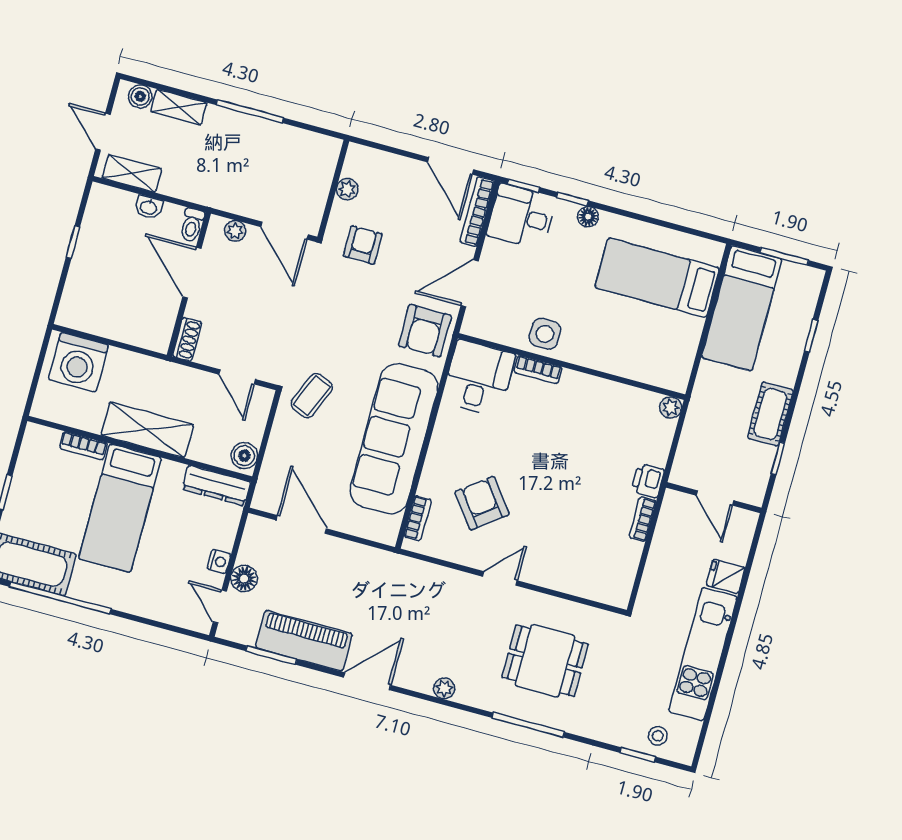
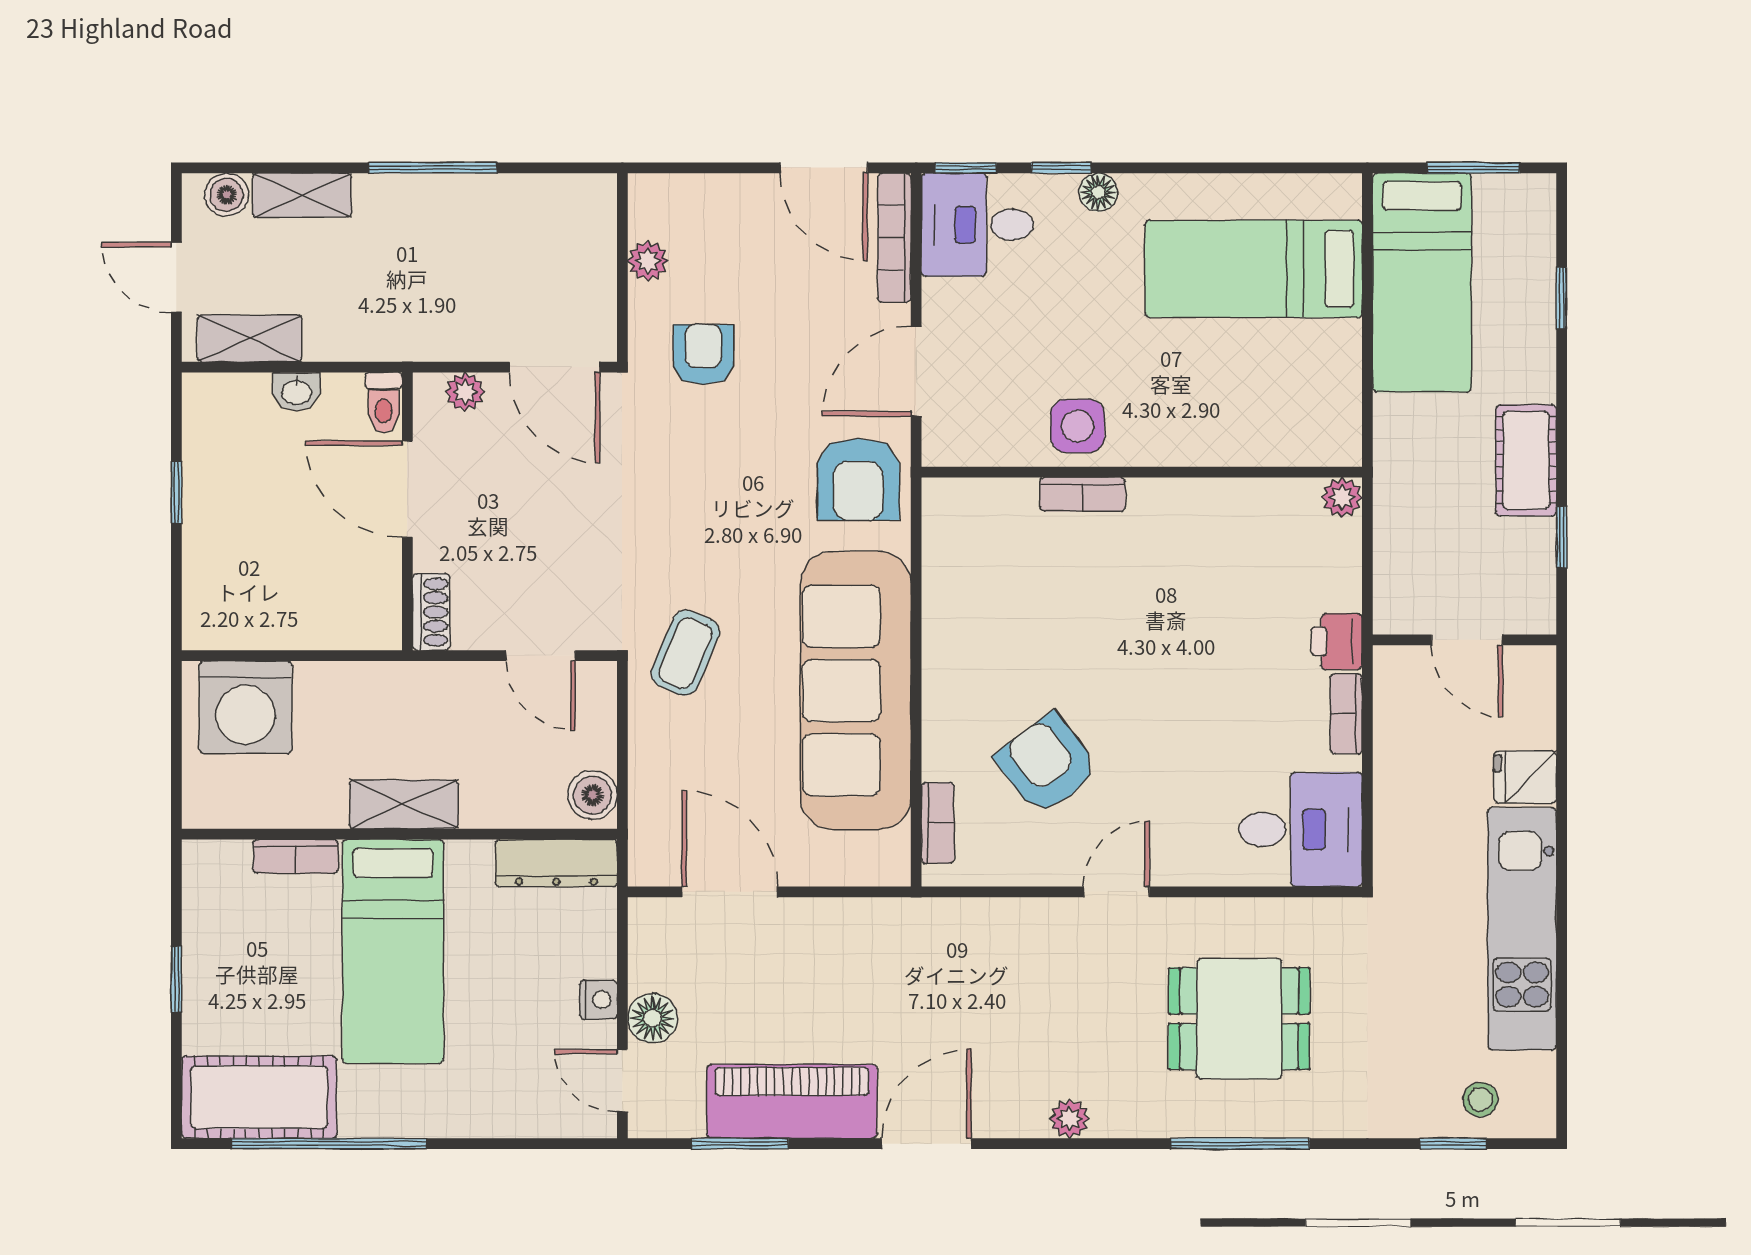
desk: (478, 378) -> (1301, 829), moved, turned 90
shelving: (147, 430) -> (404, 804), width x0.67, depth x0.75

